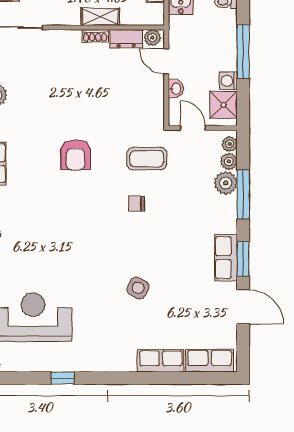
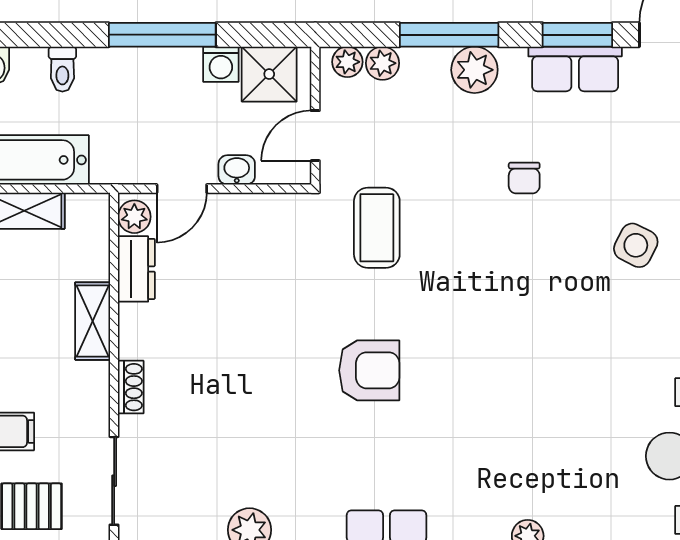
shoe rack: (95, 36) -> (131, 387), moved
plant: (226, 183) -> (474, 70), moved
chair: (137, 204) -> (524, 178), moved

